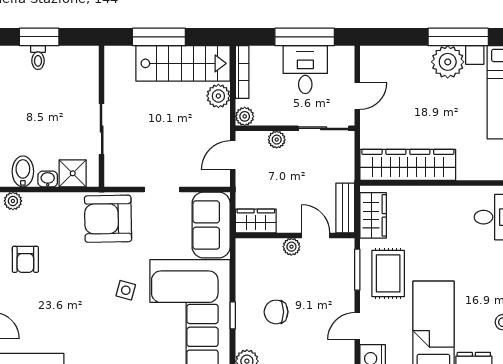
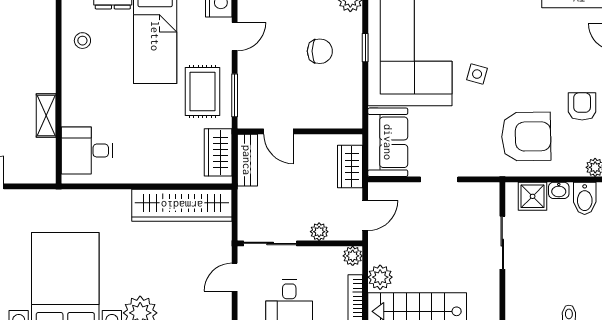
armchair: (108, 219) -> (526, 137), moved
wardrobe: (256, 221) -> (350, 167), moved, turned 90
plant: (291, 247) -> (304, 120), removed

